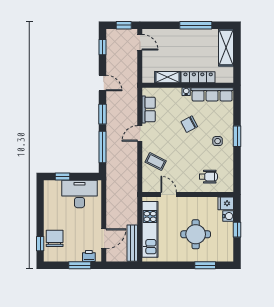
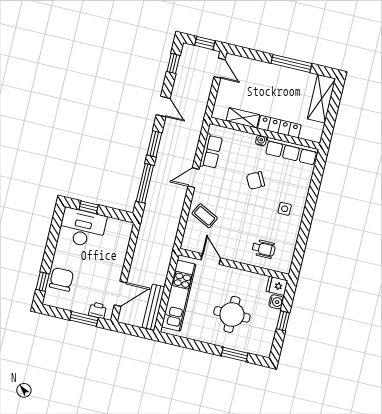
window: (237, 136) -> (309, 209), removed
desk: (79, 194) -> (82, 228), moved

